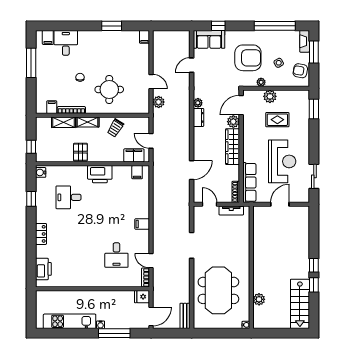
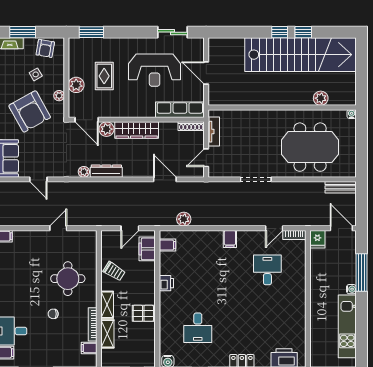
armchair: (248, 58) -> (30, 111), turned 151
plant: (159, 102) -> (184, 219), moved
dresser: (198, 117) -> (106, 171), width x1.44
reception desk: (282, 161) -> (155, 70), turned 180
printer: (100, 174) -> (166, 283), width x0.53, depth x0.68
desk: (116, 255) -> (267, 270), turned -90
stairs: (300, 304) -> (300, 55), width x1.86, depth x1.51

